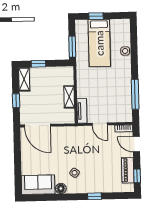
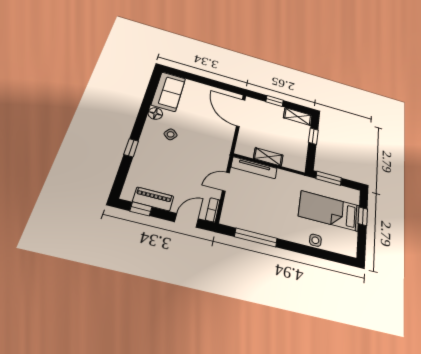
tv unit: (82, 111) -> (254, 168), width x1.41
door: (37, 126) -> (241, 113), hinge flipped

